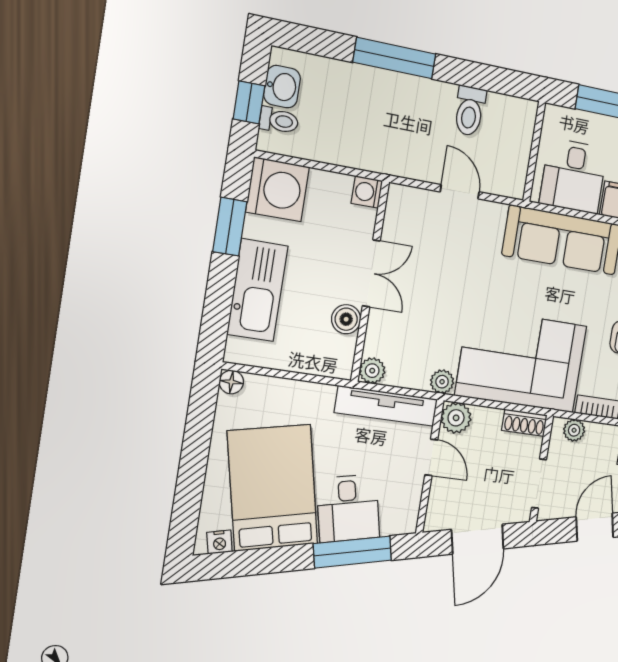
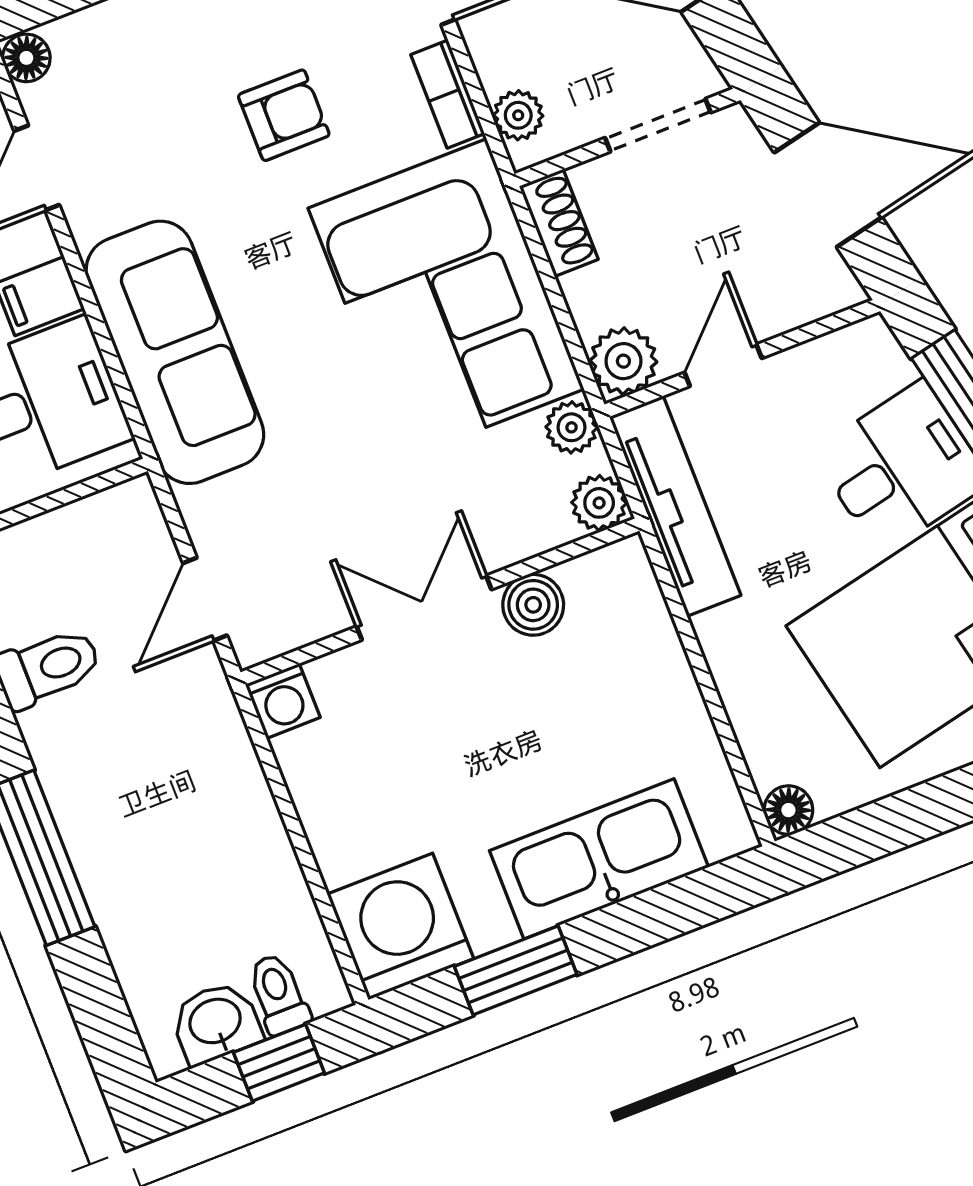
washing machine: (367, 192) -> (283, 701), moved
double door: (371, 273) -> (424, 608), moved
wall: (370, 281) -> (440, 602), moved
boiler: (346, 319) -> (533, 605), moved
plant: (372, 371) -> (599, 503), moved

